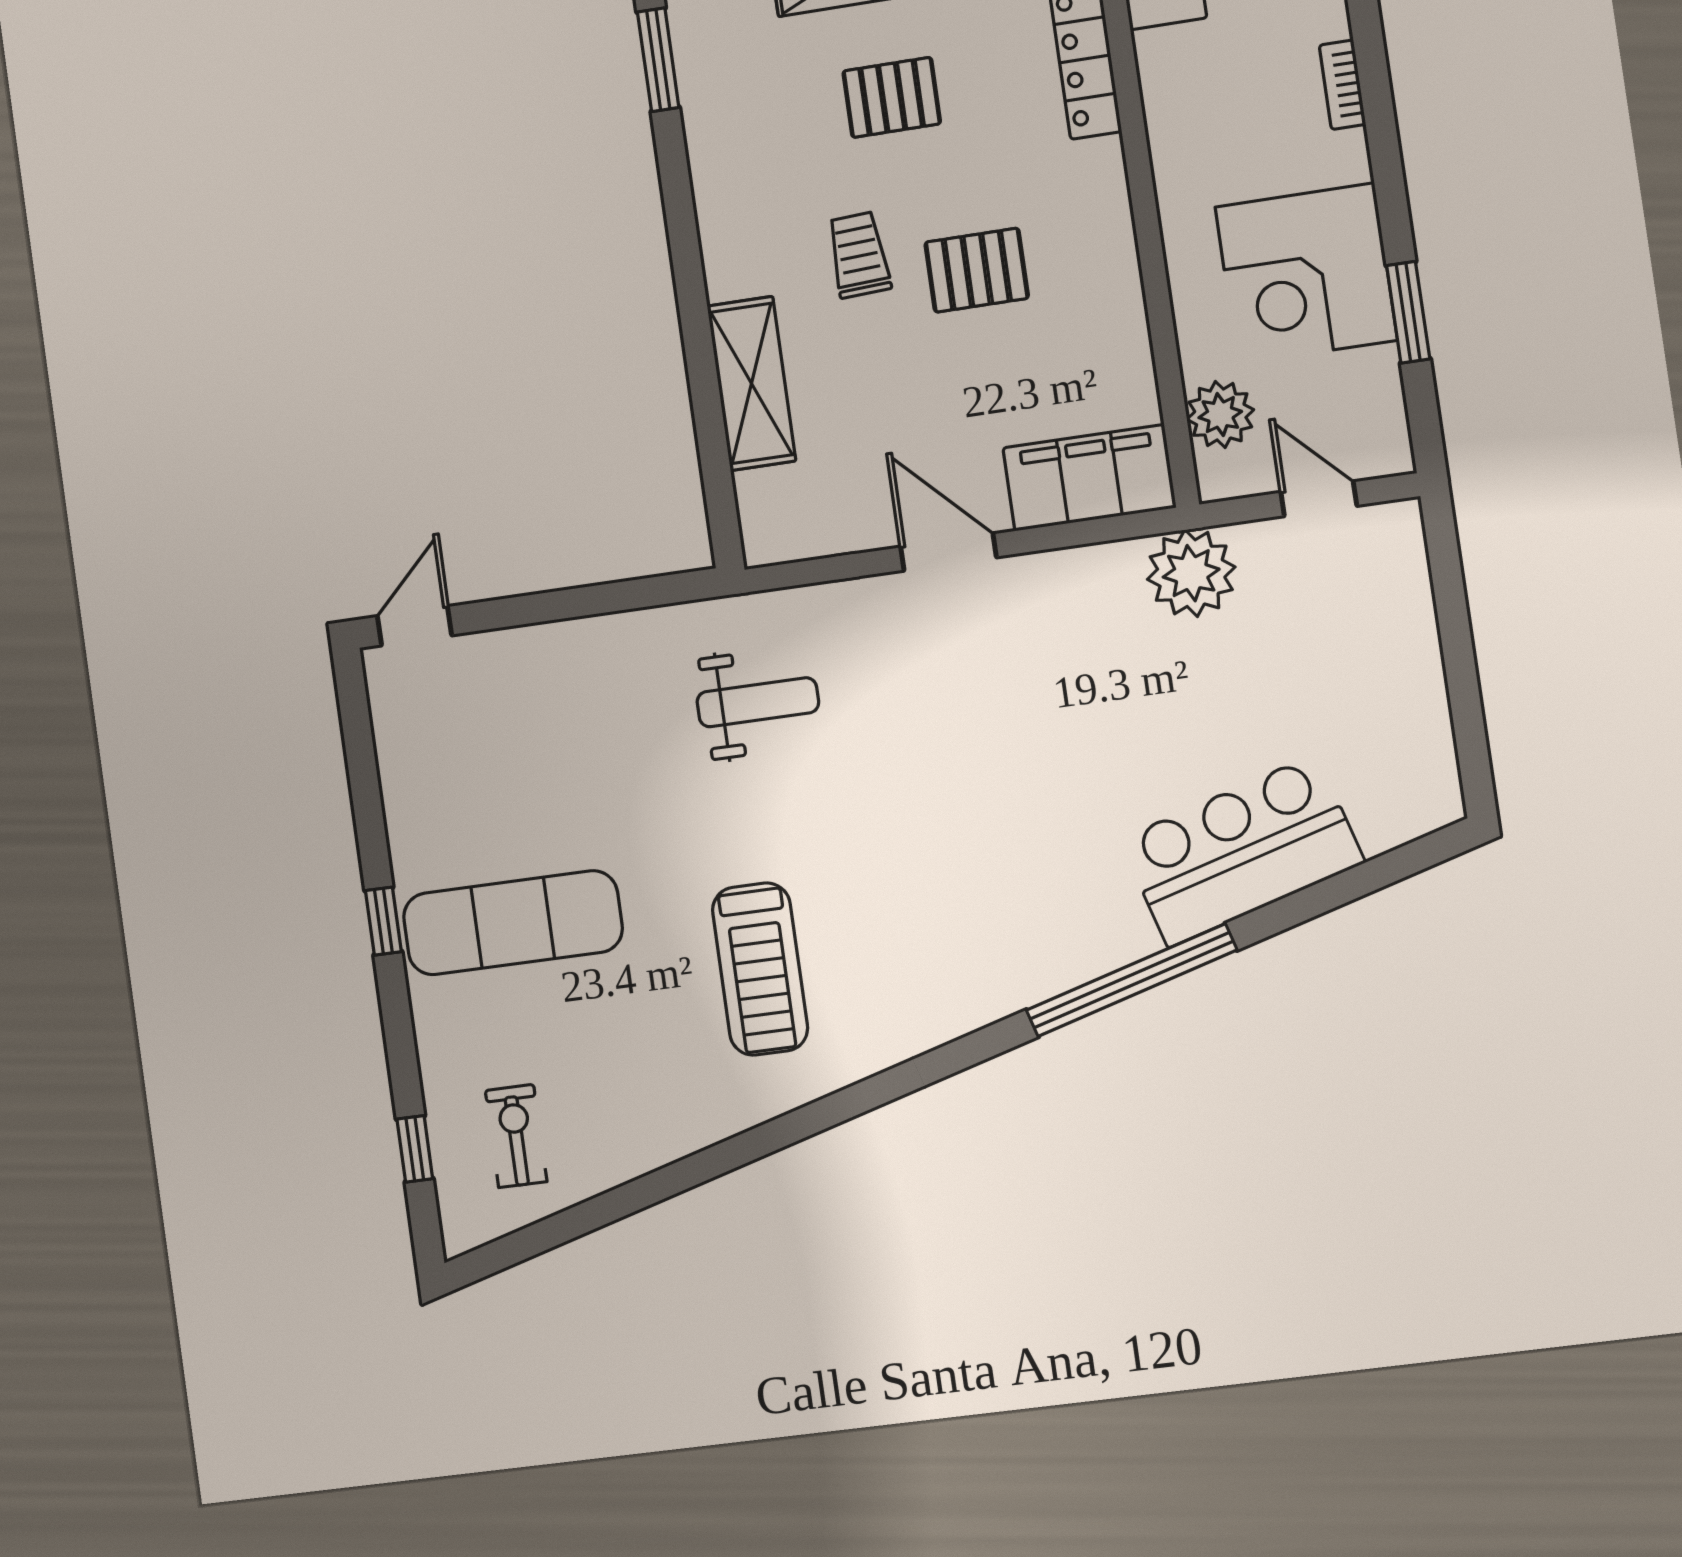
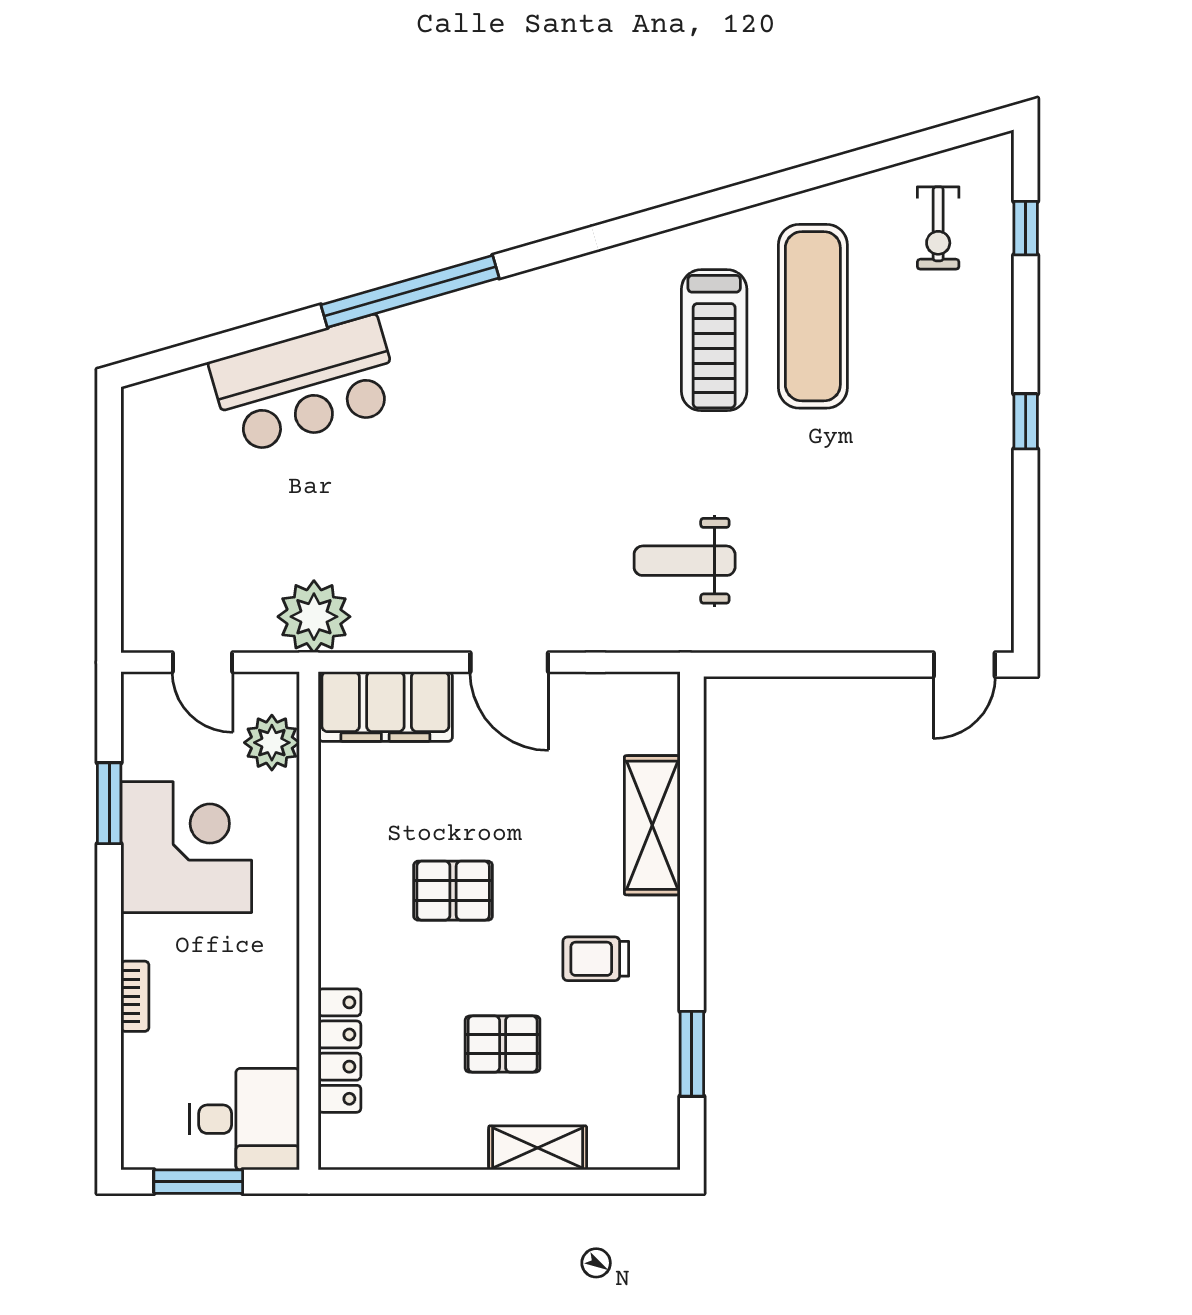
window: (658, 60) -> (692, 1054), moved
trolley: (859, 255) -> (596, 959), moved, turned 93
exercise mat: (513, 923) -> (813, 316), moved, turned 90
treadmill: (760, 969) -> (714, 340), turned 180

